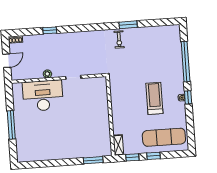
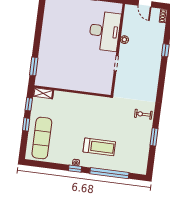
window: (128, 25) -> (154, 137), moved
treadmill: (154, 98) -> (99, 147), moved

